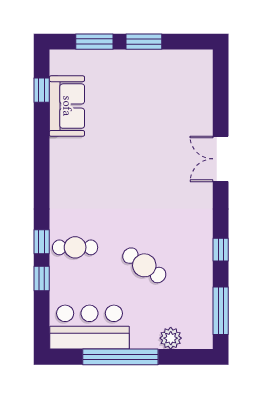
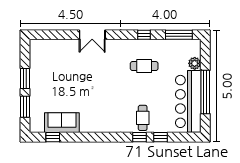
cafe table: (144, 265) -> (144, 66), moved, turned 55
bar counter: (90, 327) -> (188, 101), width x1.36

